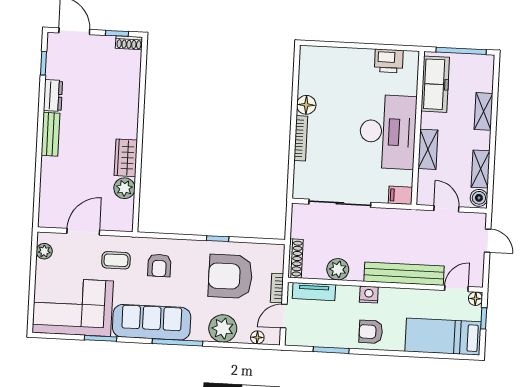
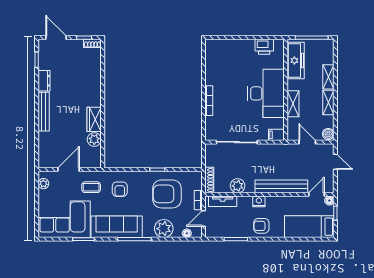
floor lamp: (306, 105) -> (211, 78), removed
bench: (50, 134) -> (44, 112), width x1.36
shelving: (481, 169) -> (328, 103), moved

